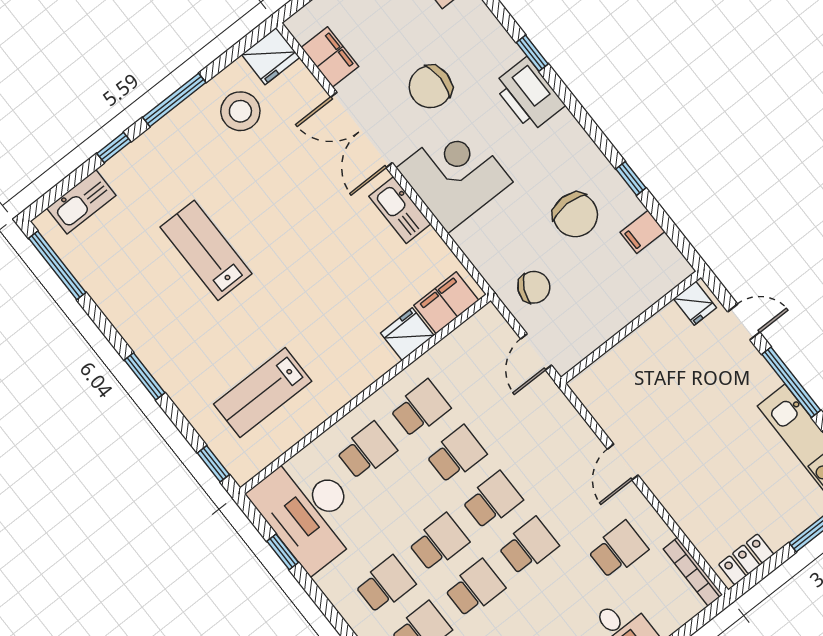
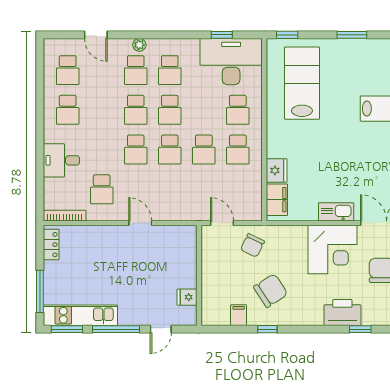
chair: (575, 215) -> (271, 291), turned 147
fridge: (695, 303) -> (187, 297), moved
lab bench: (263, 393) -> (302, 83), width x1.36, depth x1.39

